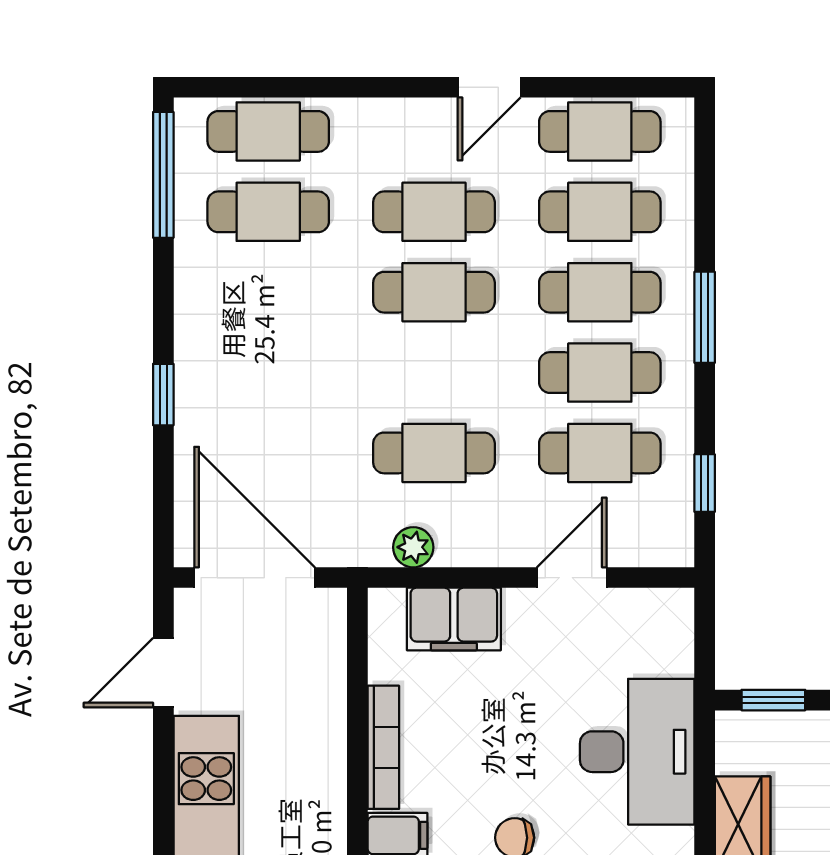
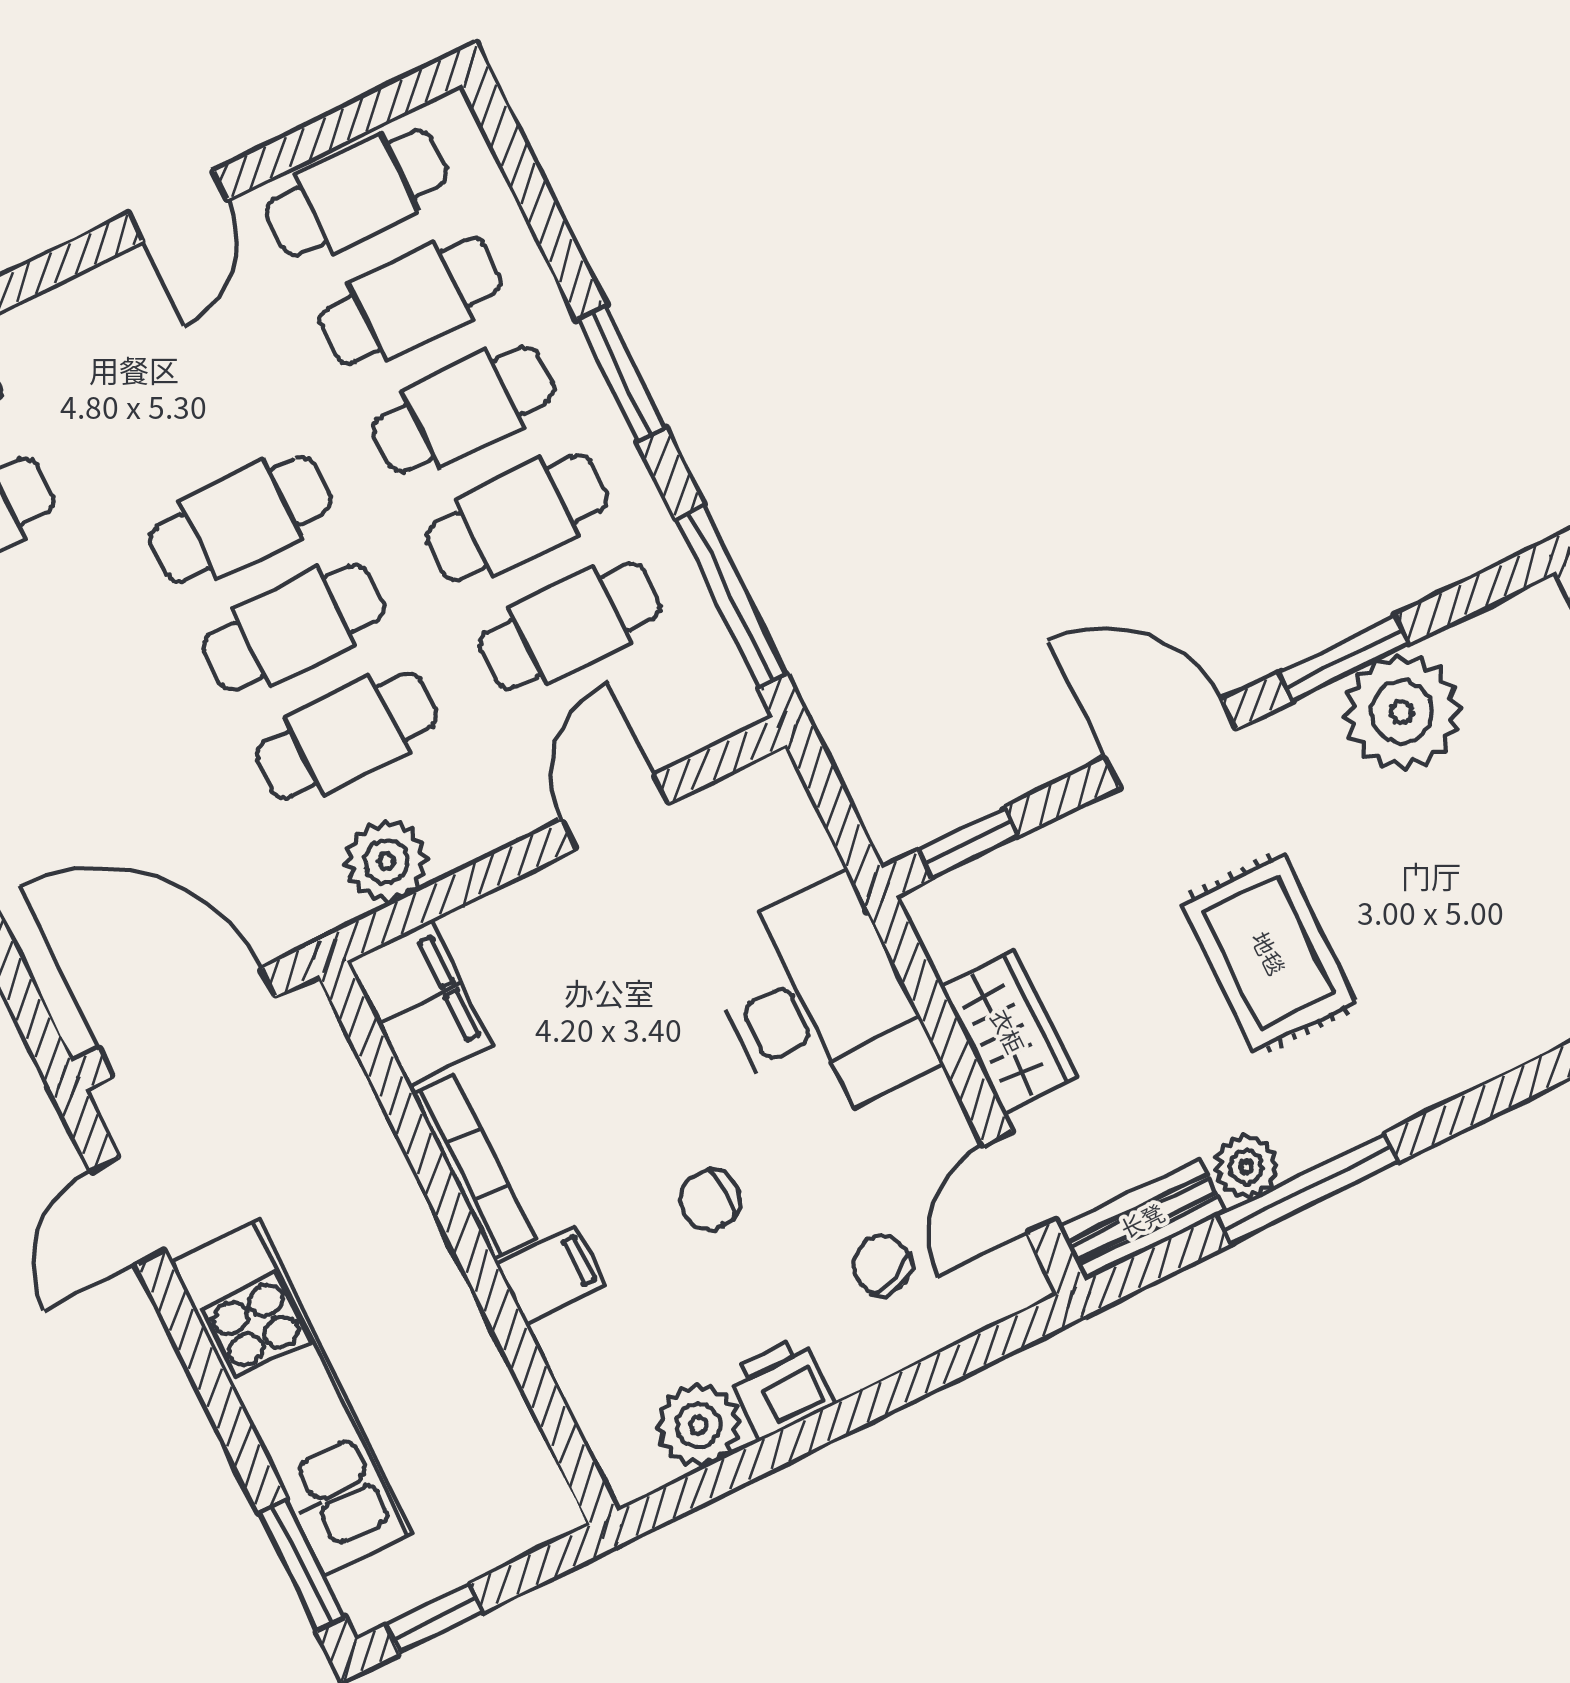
cafe table: (434, 212) -> (293, 627), moved
window: (705, 483) -> (731, 597), width x2.17
plant: (413, 547) -> (386, 861), width x1.38, depth x1.38
filing cabinet: (454, 619) -> (420, 1004), moved, turned -90

